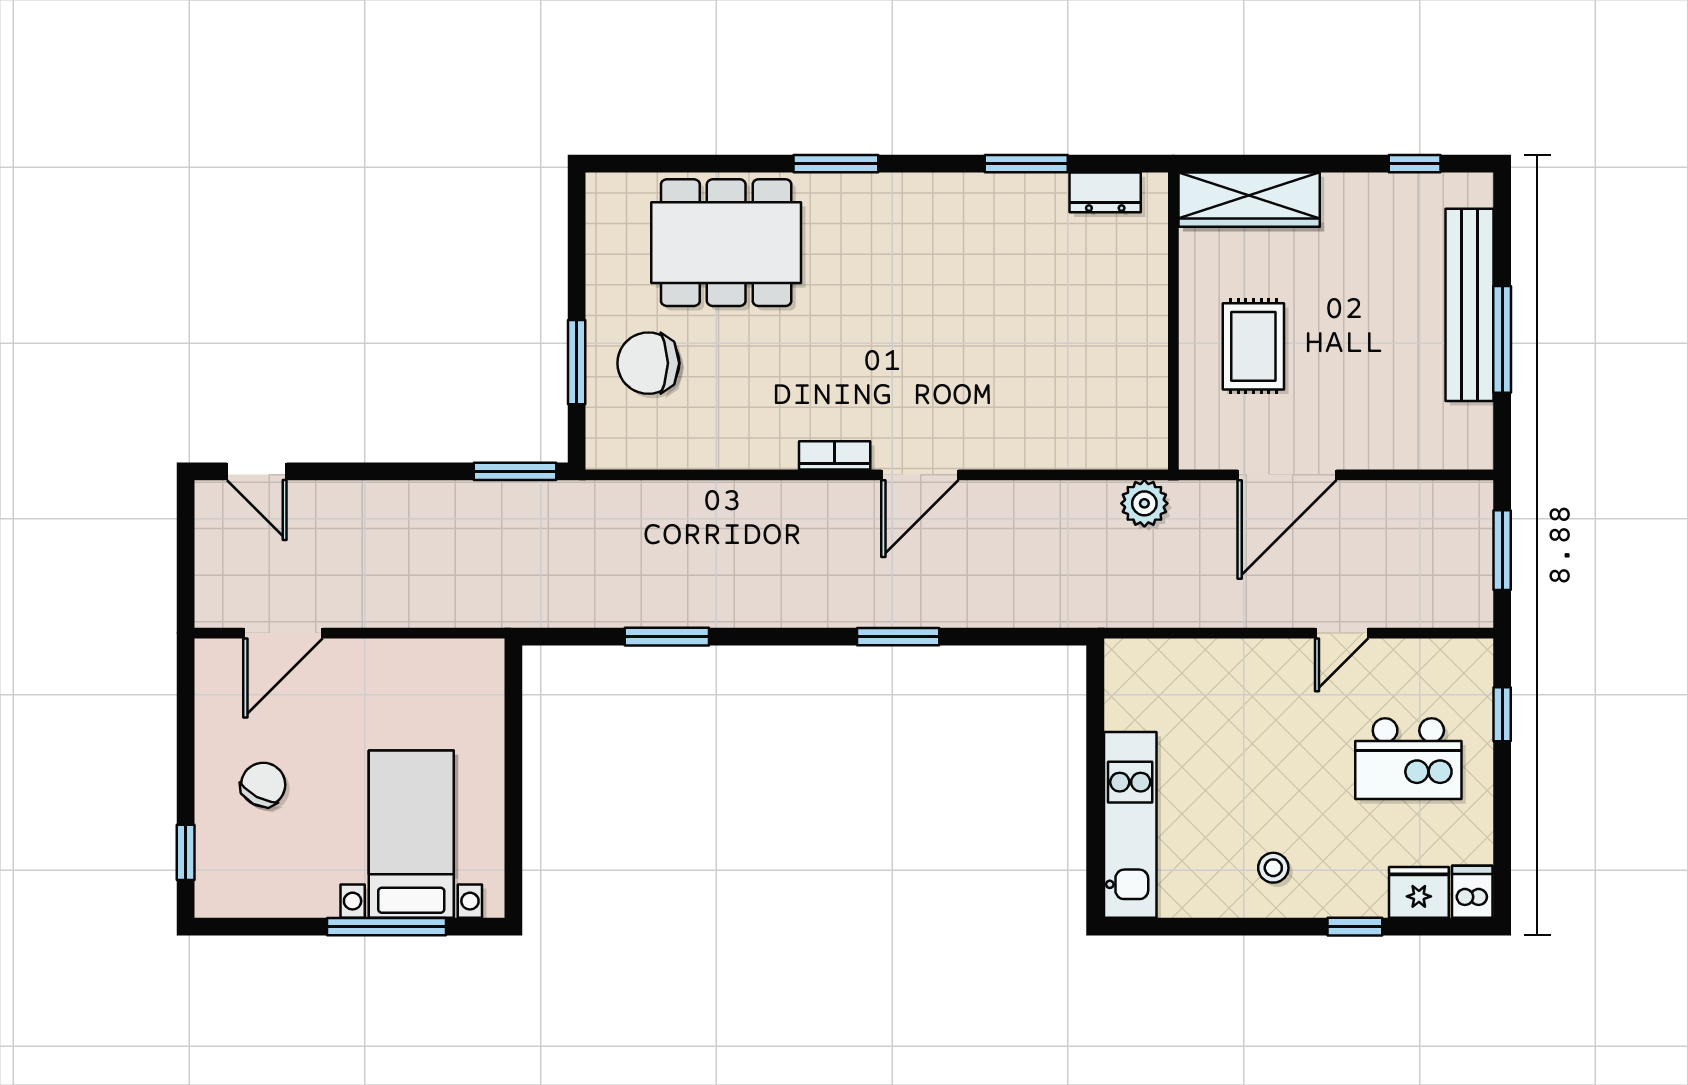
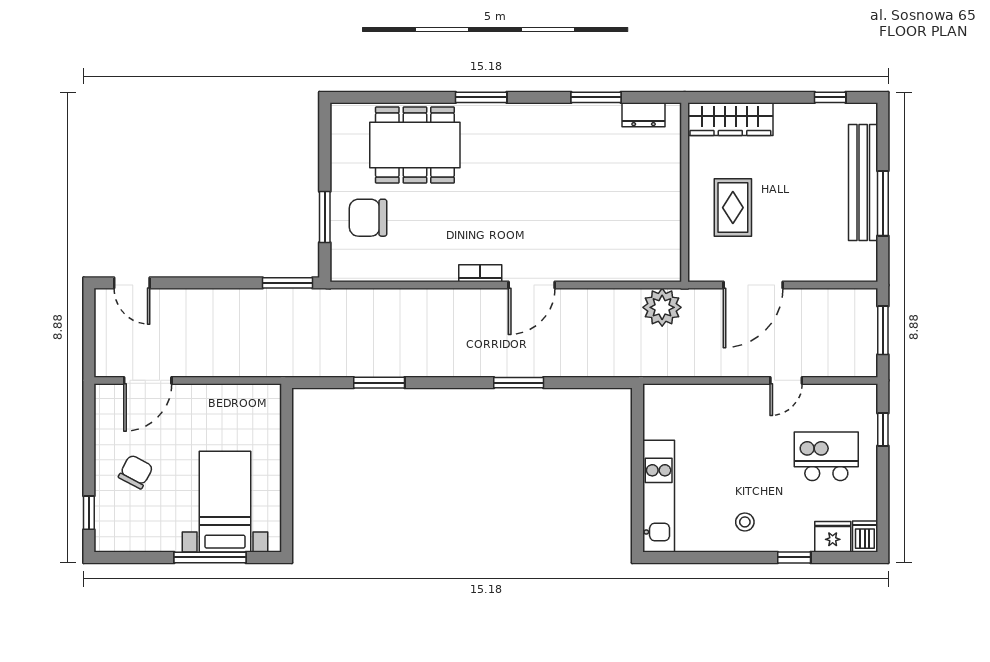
plant: (1144, 503) -> (662, 307), width x1.36, depth x1.36
kitchen island: (1408, 759) -> (826, 456), turned 180

